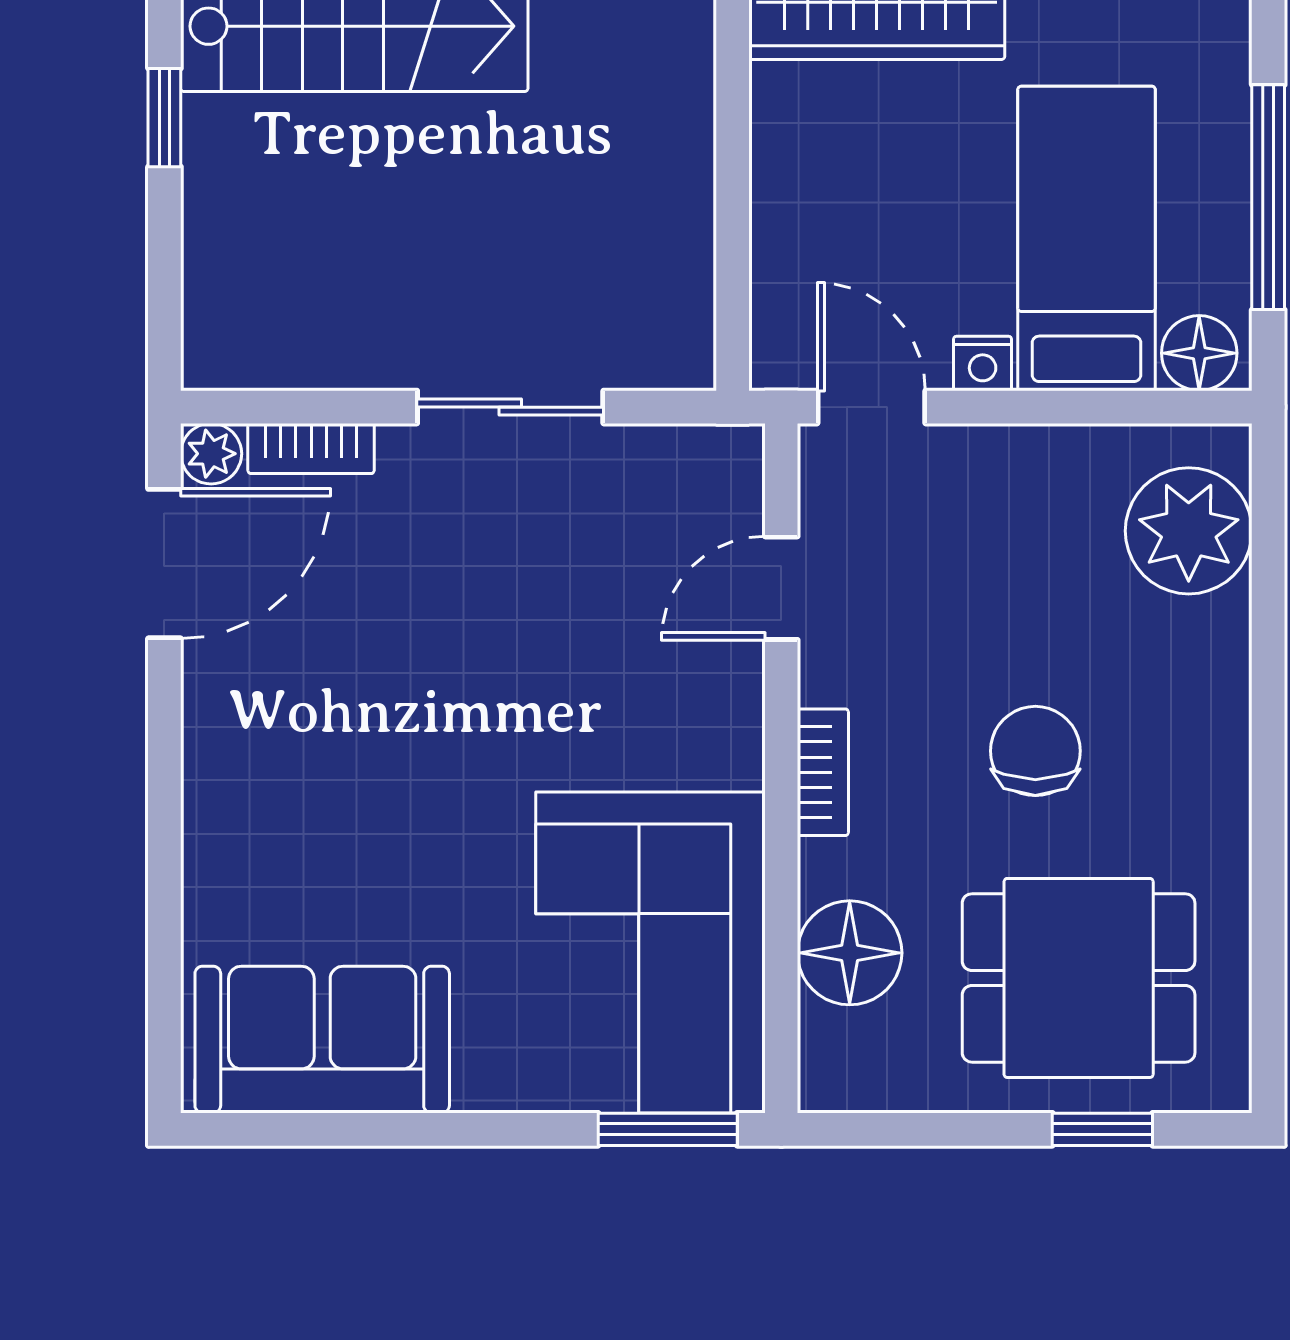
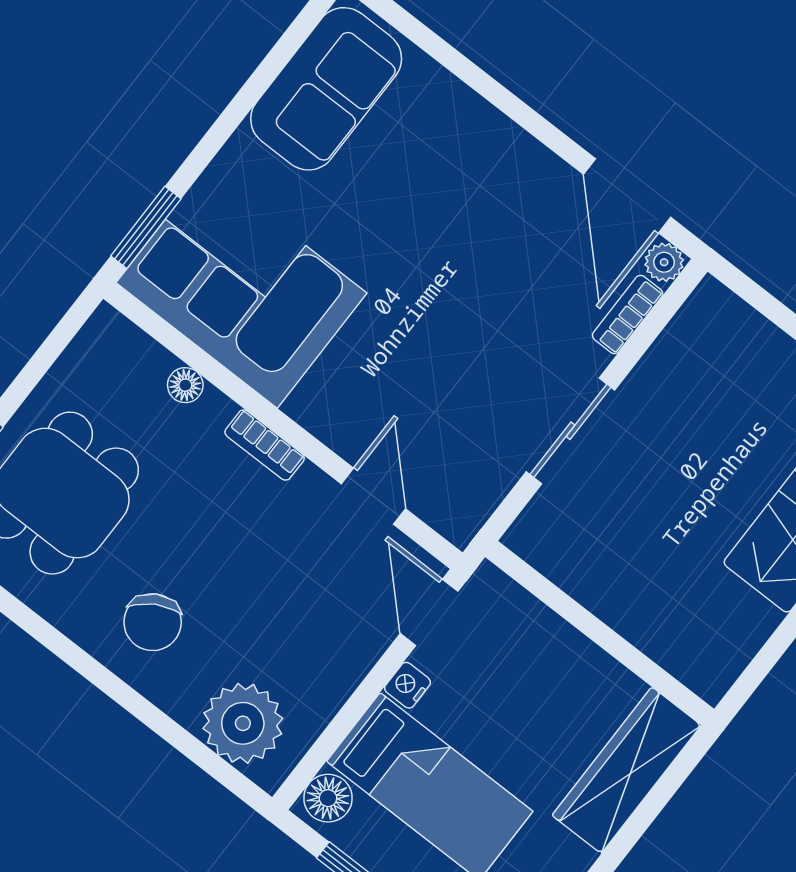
door: (871, 407) -> (429, 612), swing flipped
chair: (1035, 751) -> (153, 622), moved, turned 60
floor lamp: (850, 953) -> (185, 385), width x0.53, depth x0.53

